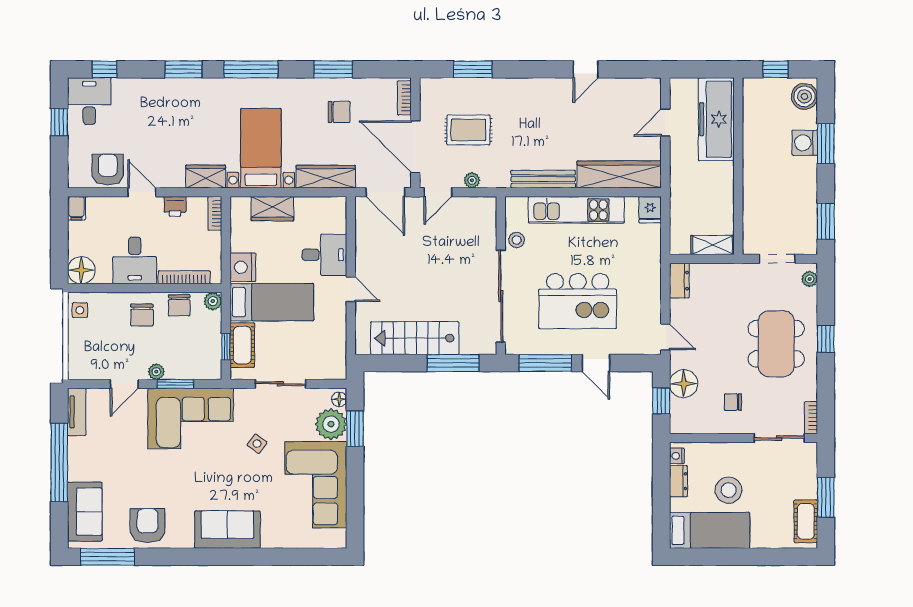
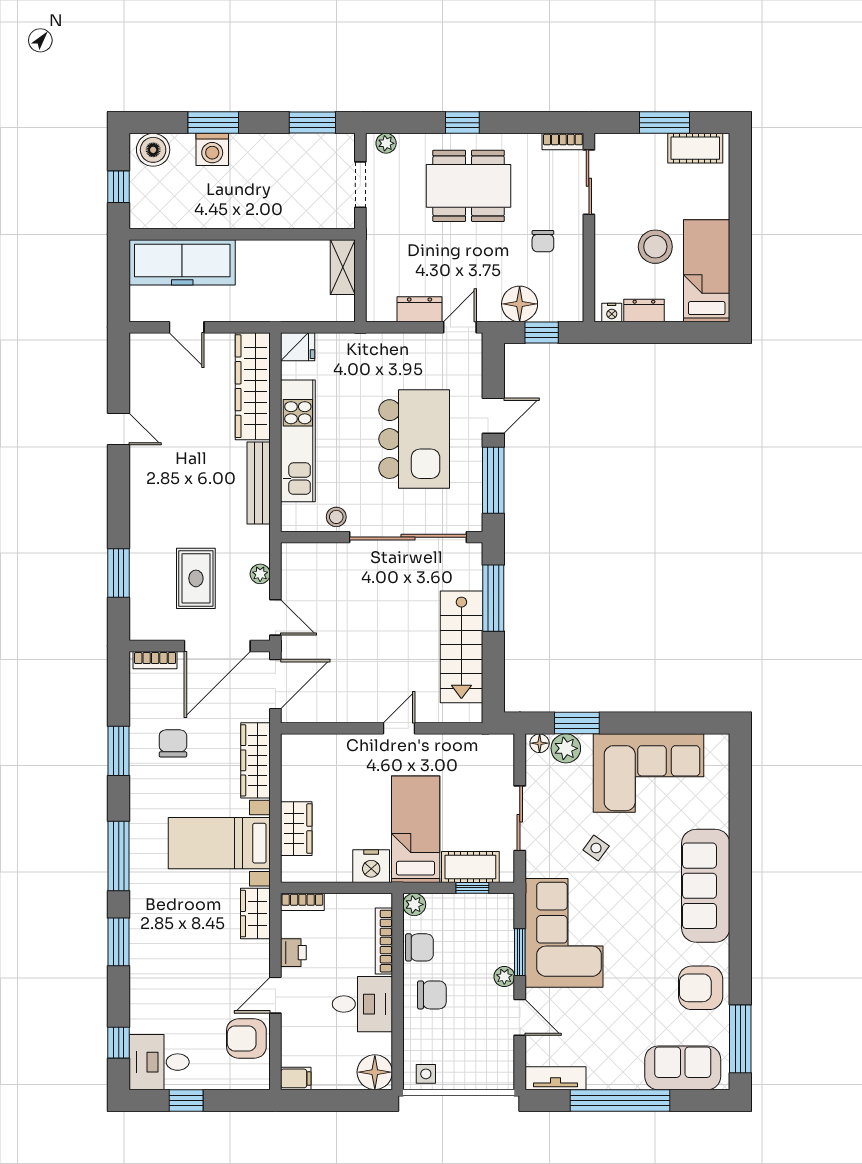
desk: (324, 255) -> (355, 762), removed
dresser: (679, 281) -> (420, 309), moved
plant: (331, 424) -> (566, 748), width x0.73, depth x0.73
sofa: (227, 530) -> (706, 886), width x1.36

